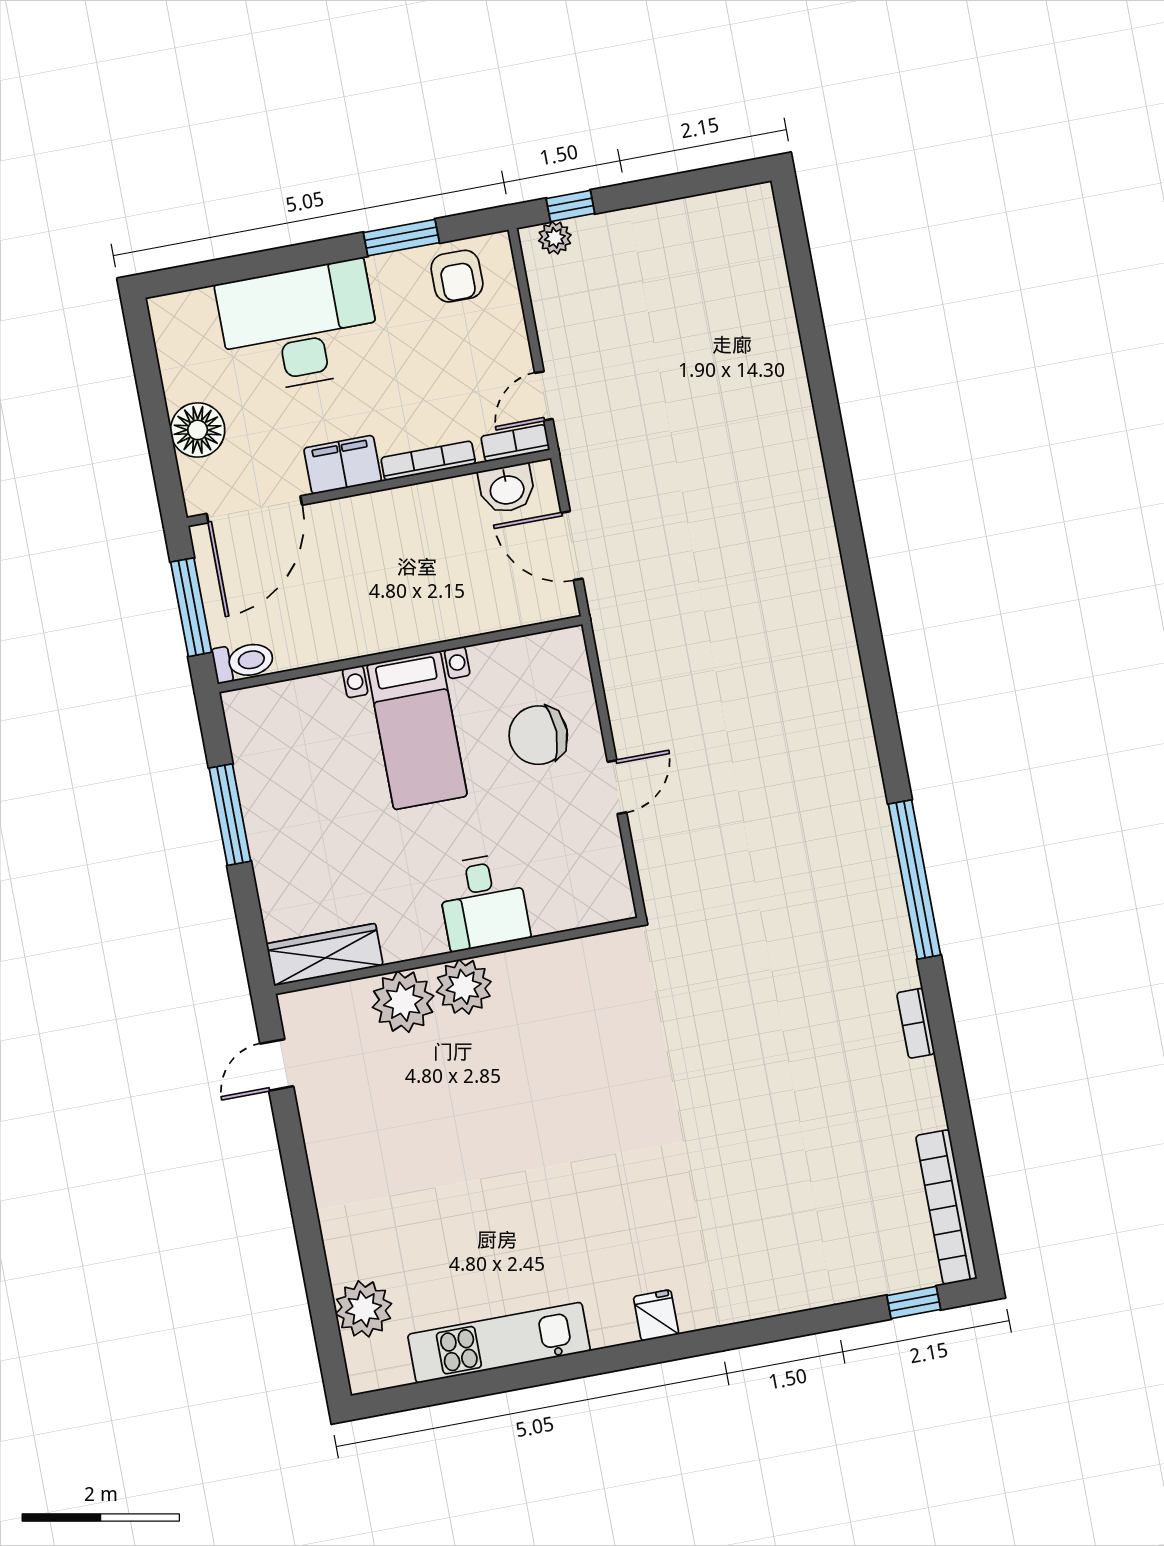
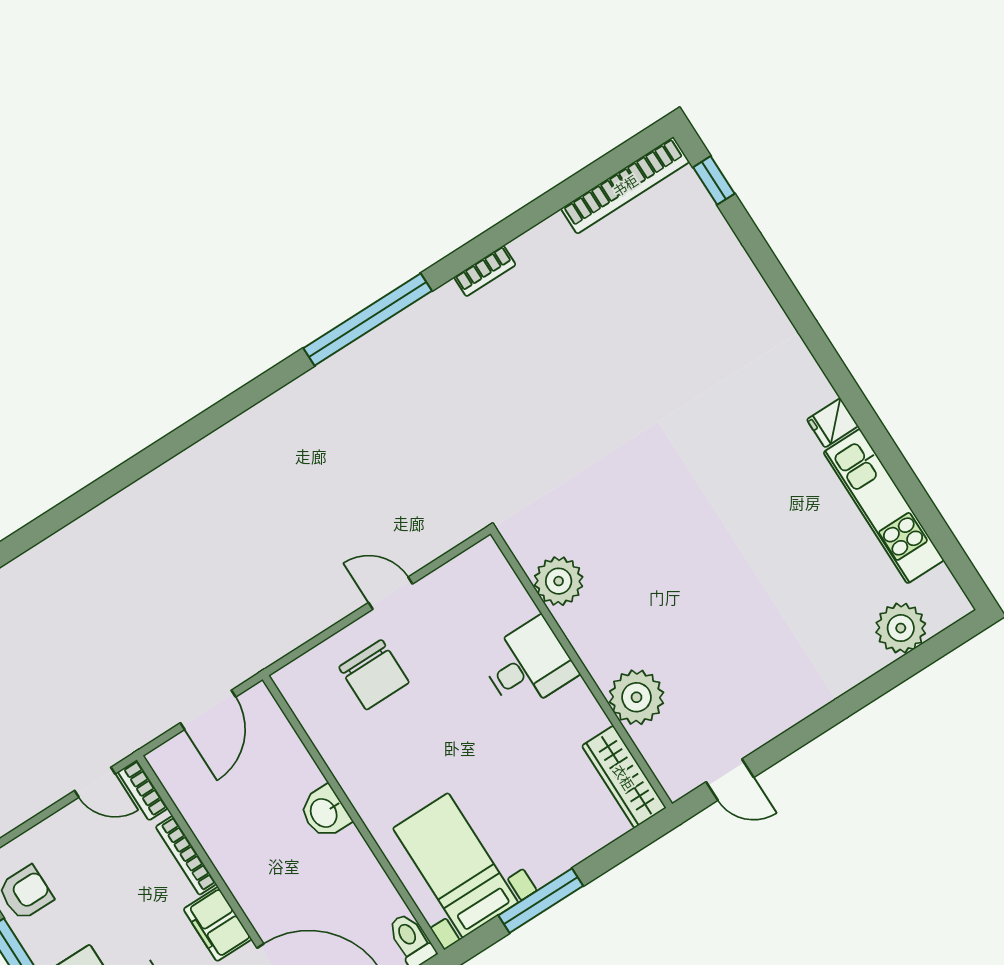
washbasin: (507, 489) -> (325, 812), moved, turned 180
bed with nightstands: (417, 730) -> (455, 865), moved, turned -90
plant: (464, 987) -> (559, 581), moved
fridge: (656, 1315) -> (833, 423), moved

